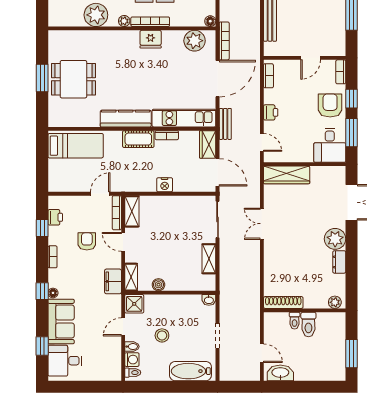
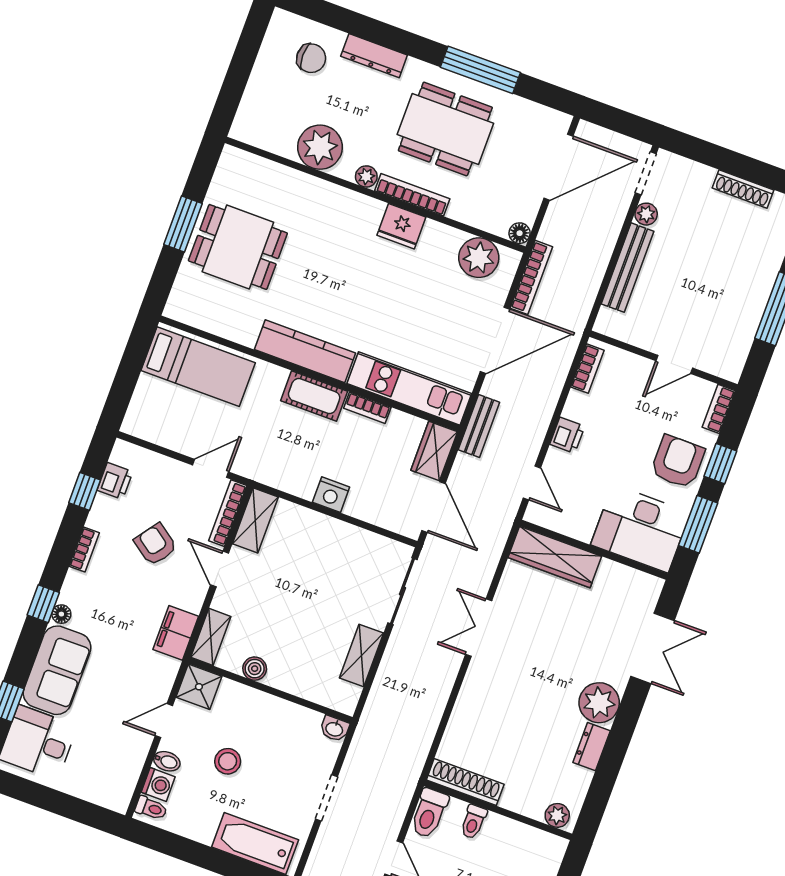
desk: (330, 145) -> (640, 529), width x1.37
armchair: (87, 241) -> (155, 544), turned -54
toilet: (308, 324) -> (429, 813), moved

